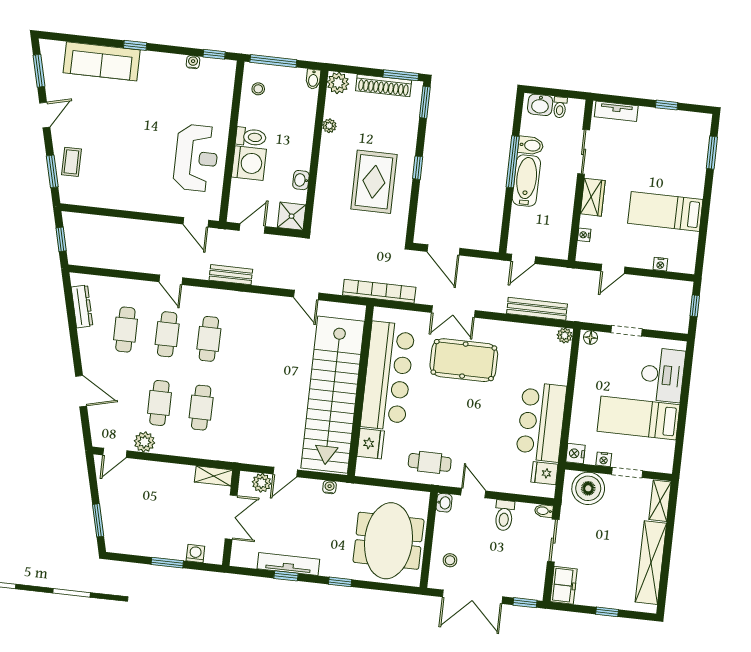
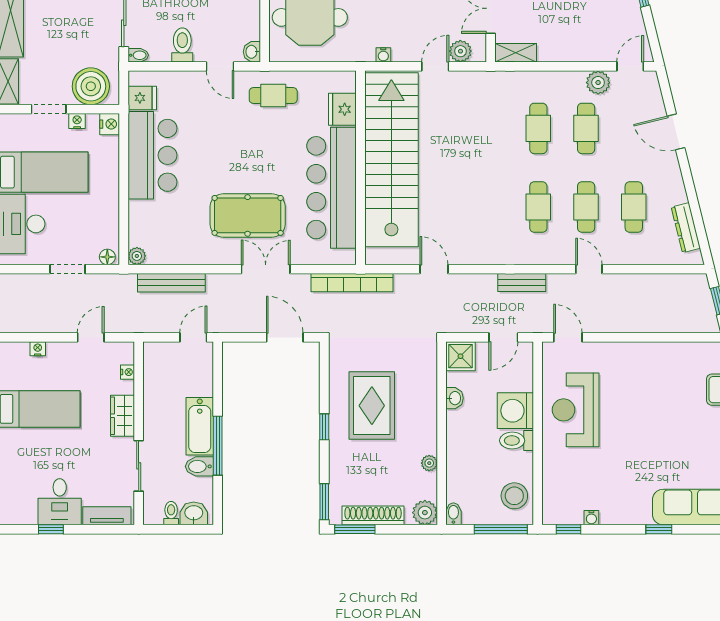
stool: (258, 89) -> (514, 496), width x1.89, depth x1.89
desk: (656, 128) -> (60, 502), added

